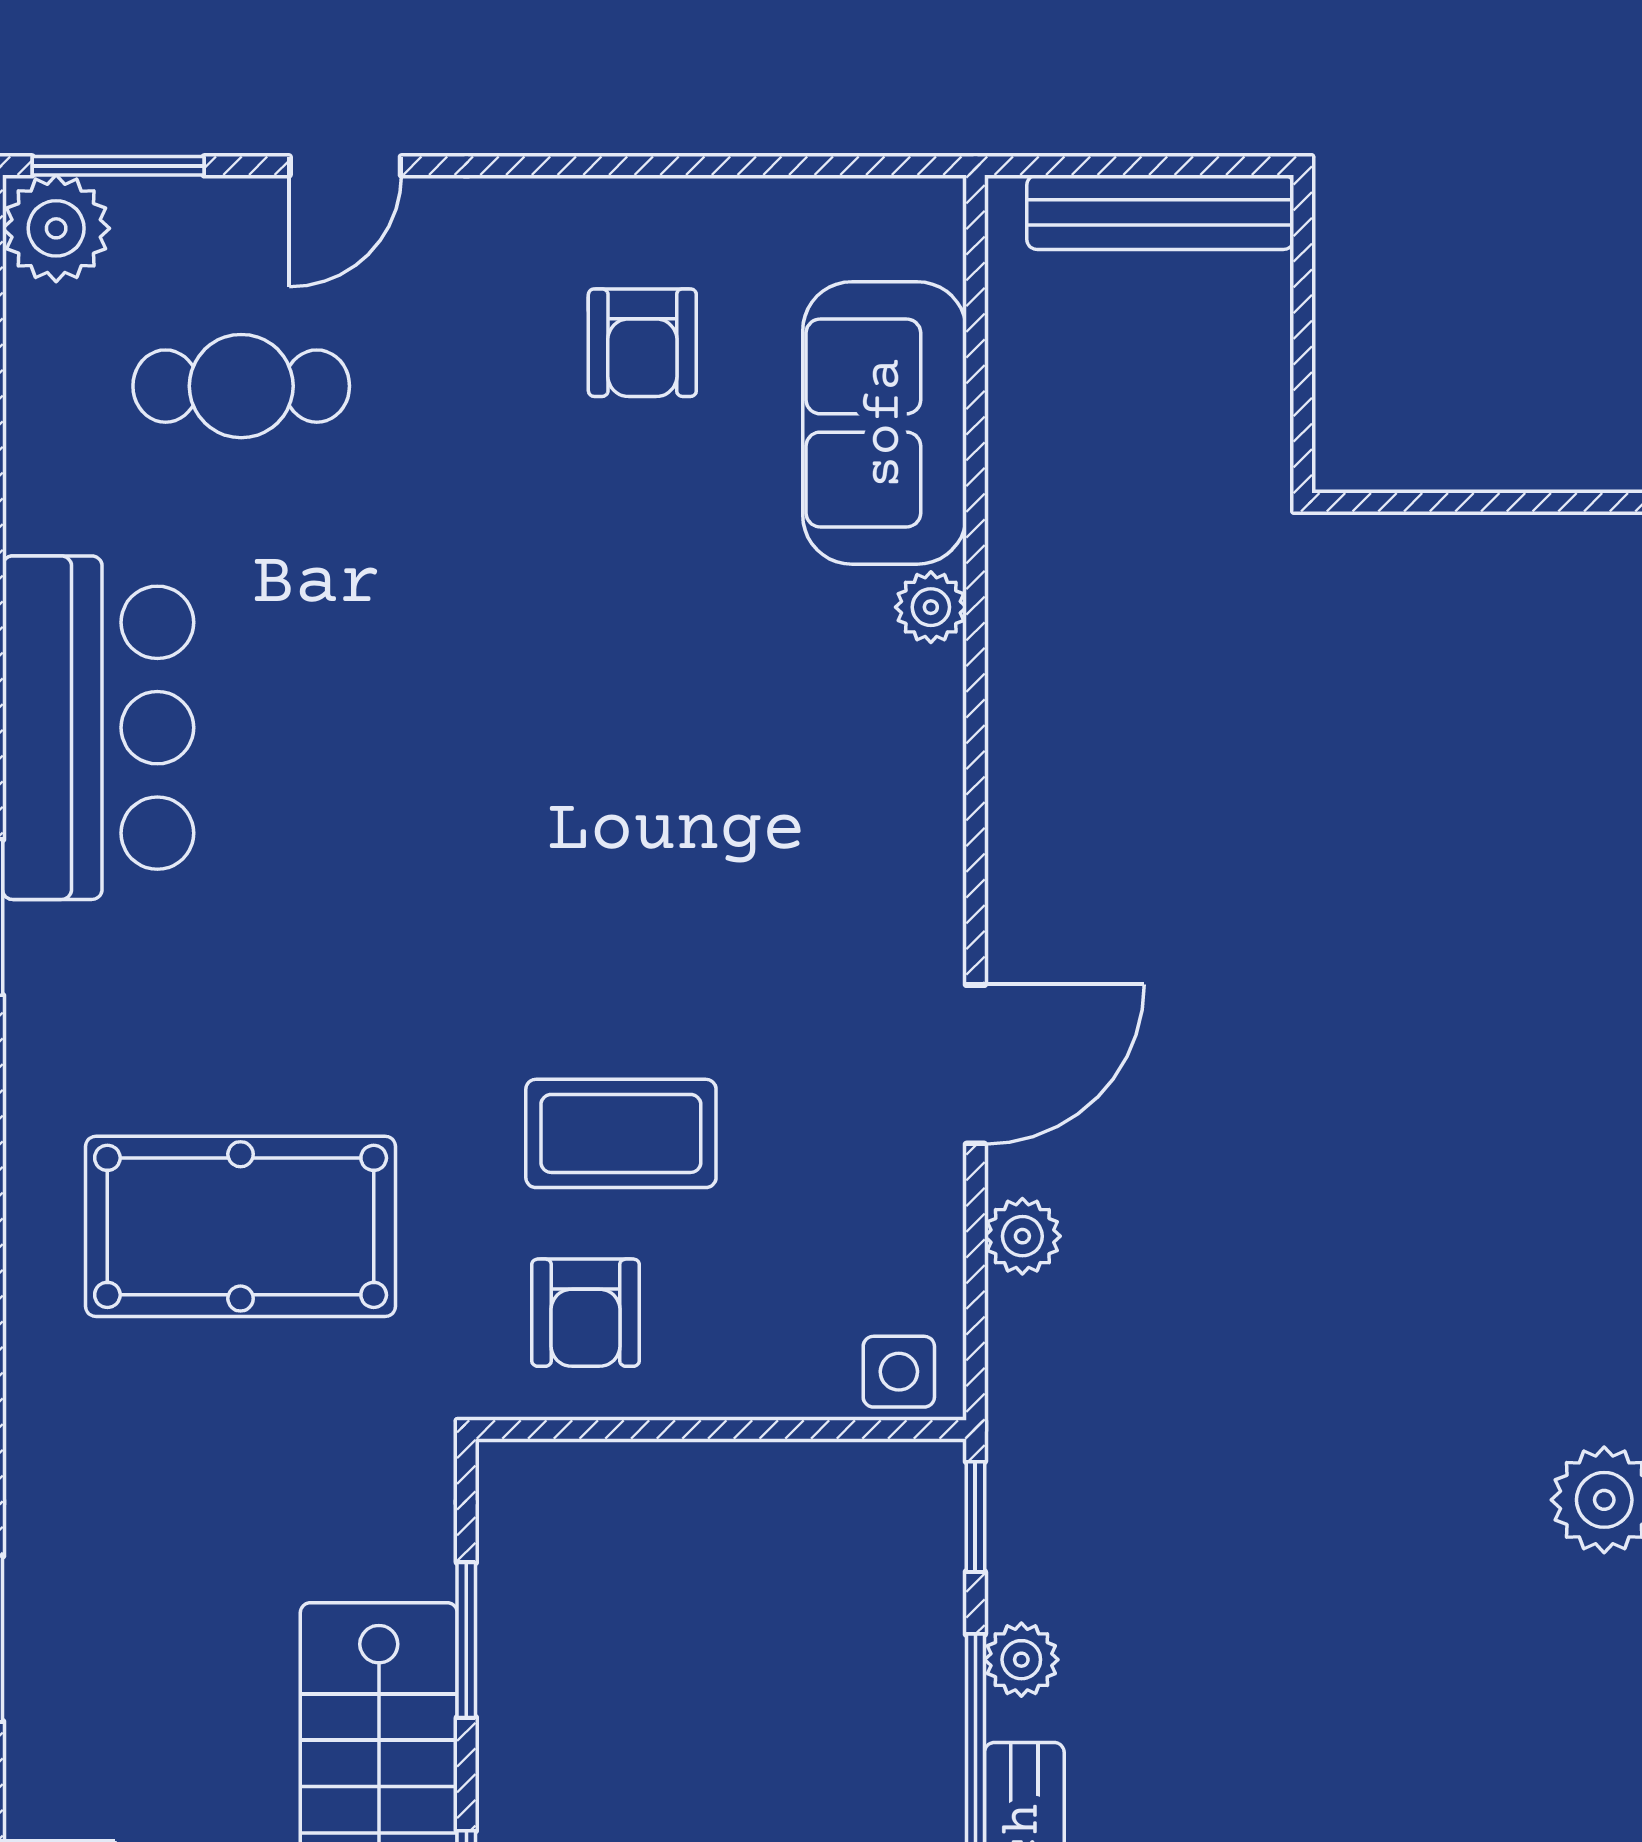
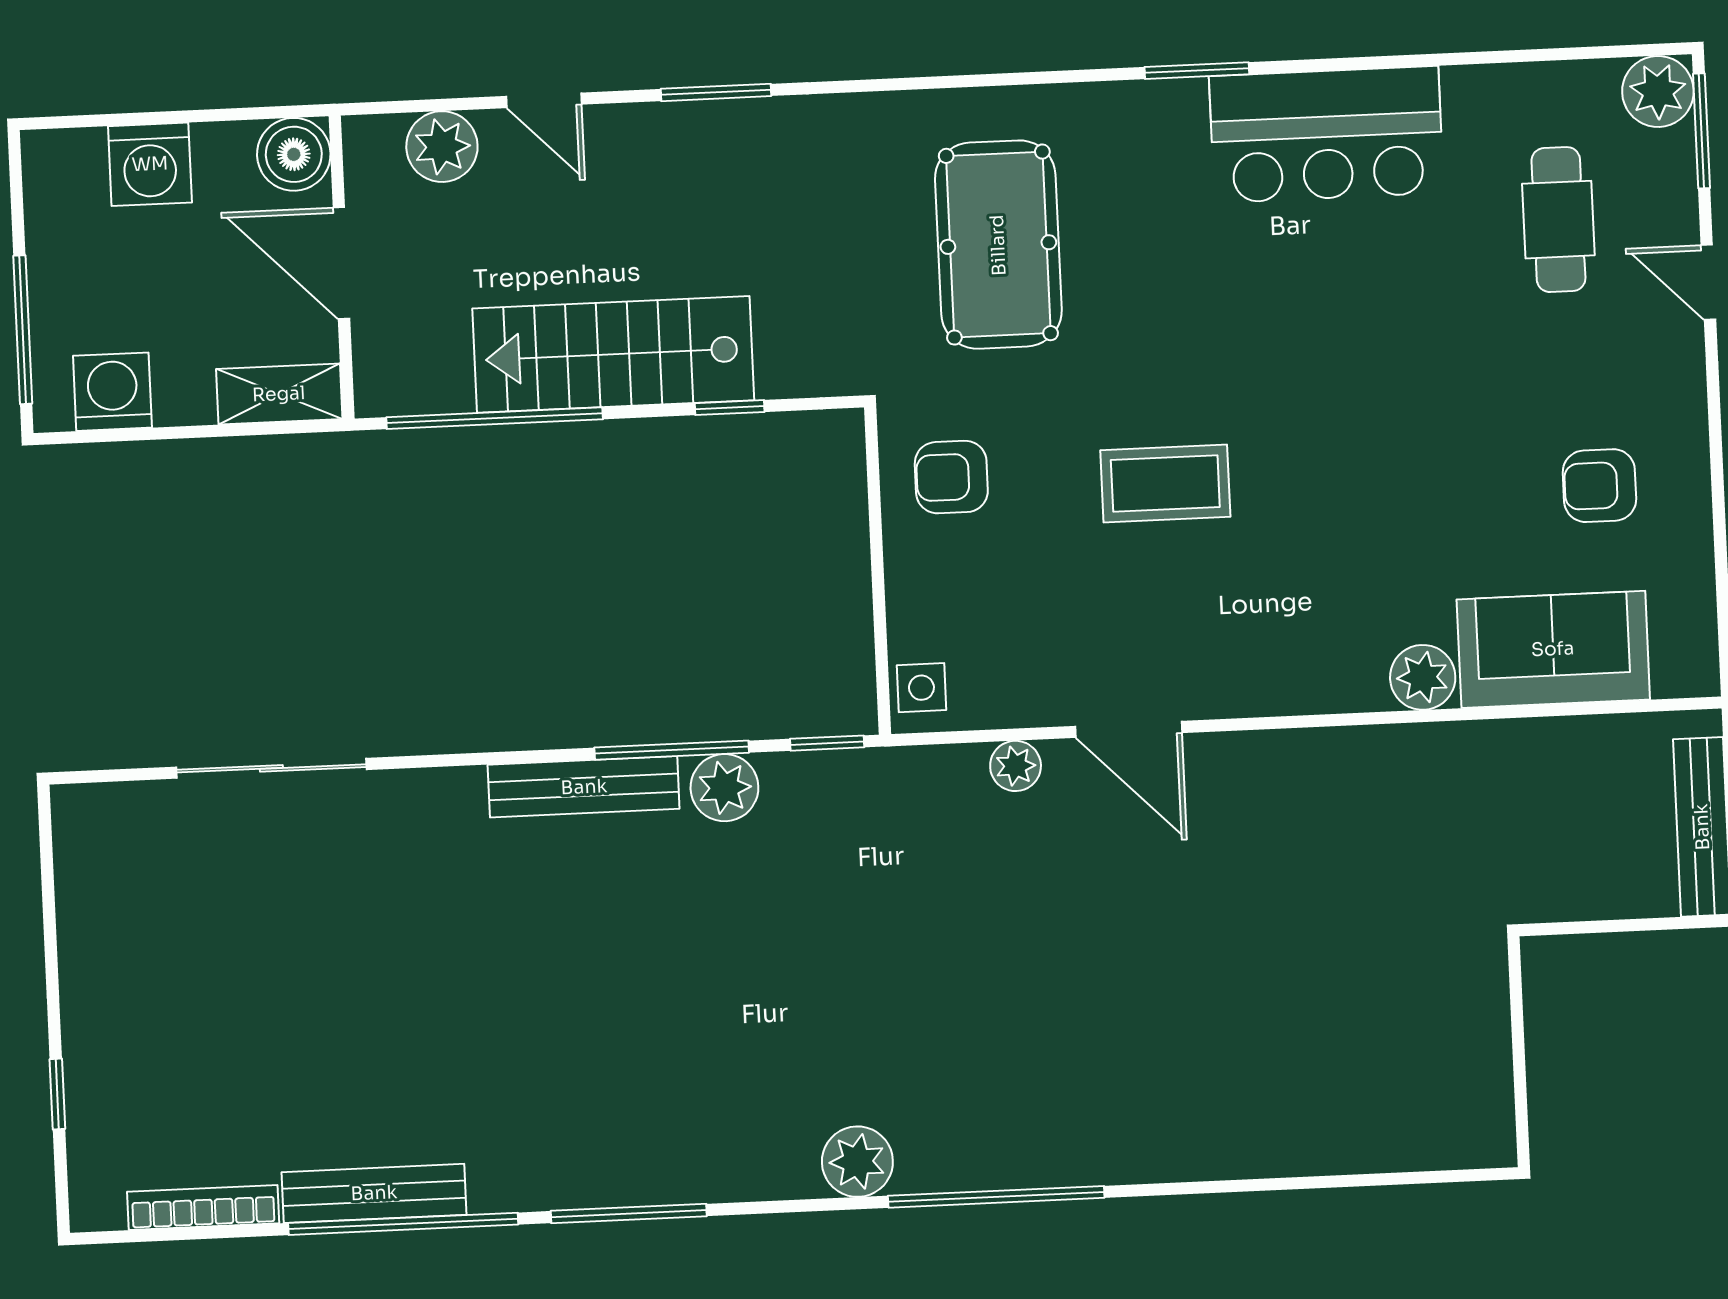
plant: (931, 607) -> (1423, 677), width x1.38, depth x1.38
coffee table: (621, 1133) -> (1165, 484), moved, turned 90
window: (466, 1640) -> (730, 408), width x0.67
plant: (1021, 1660) -> (724, 788), width x1.38, depth x1.38

